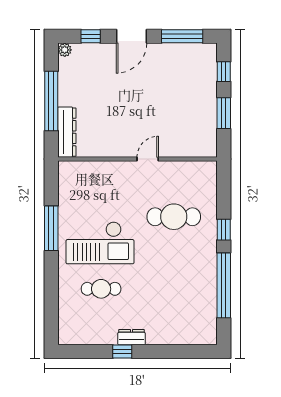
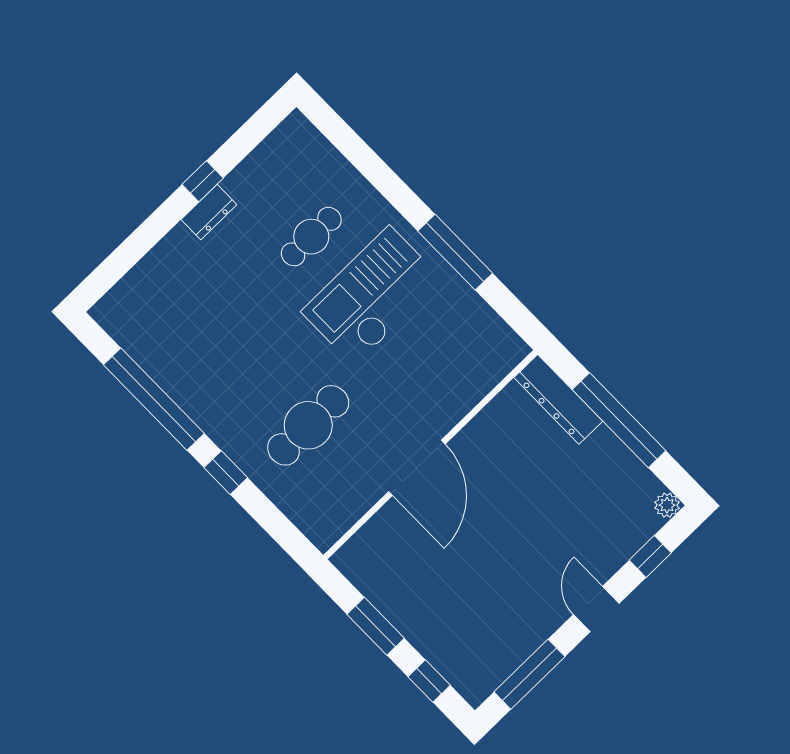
door: (131, 36) -> (596, 609), width x0.73
door: (148, 159) -> (417, 468), width x1.88

